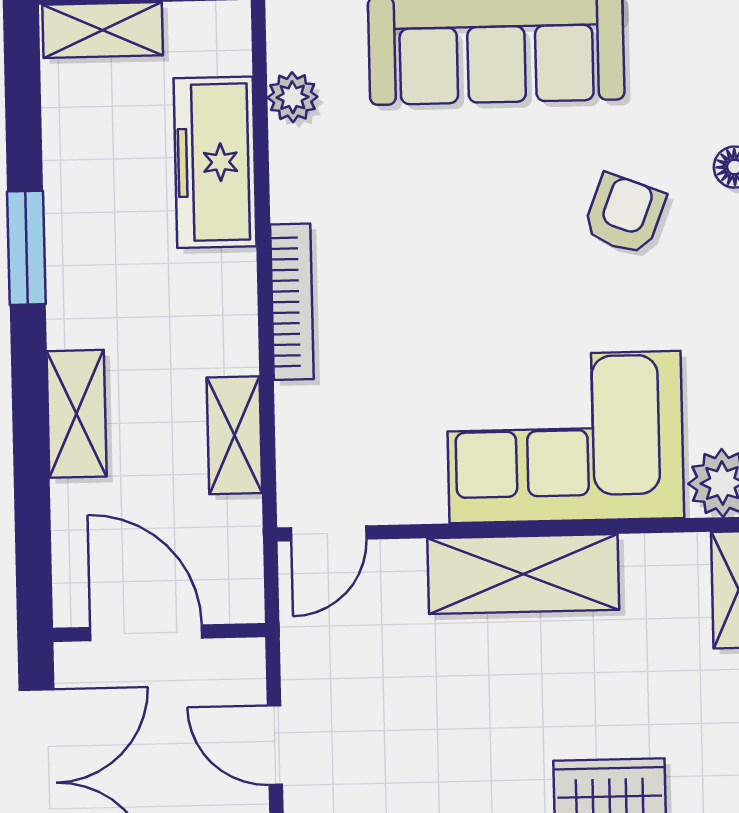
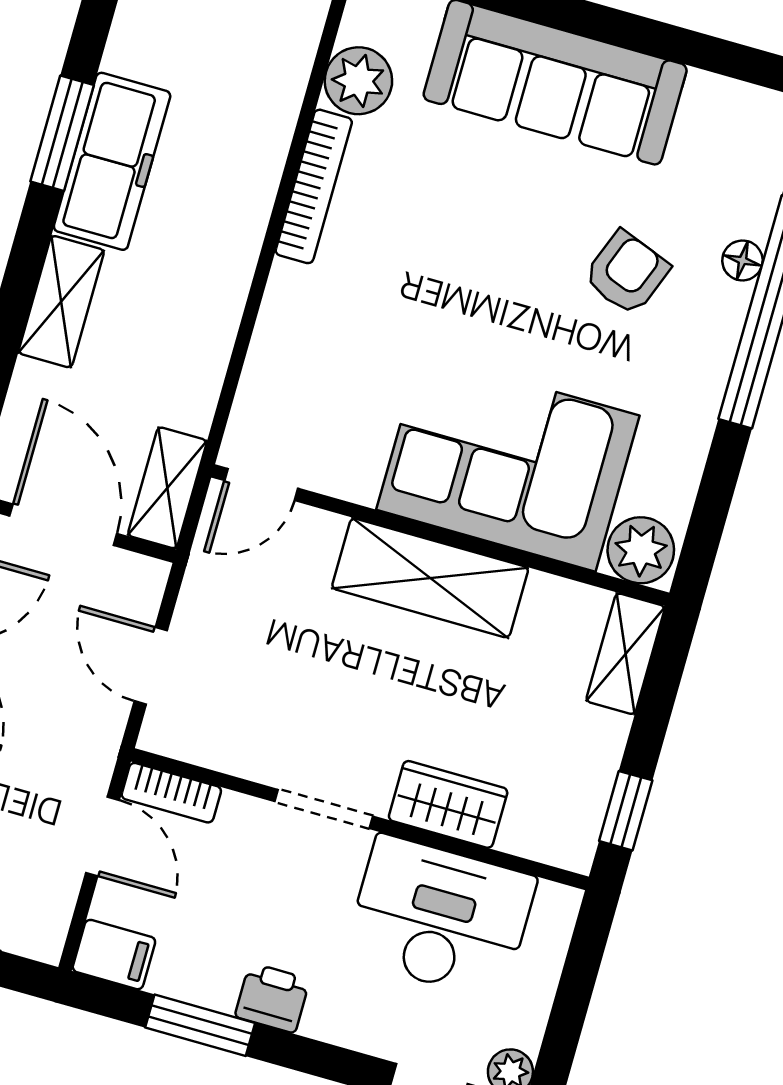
plant: (293, 97) -> (358, 81), width x1.38, depth x1.38
freezer: (215, 162) -> (112, 161), moved, turned 180
bookcase: (292, 302) -> (314, 186), moved
shelving: (234, 435) -> (167, 488), moved

